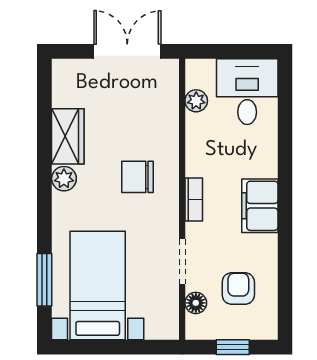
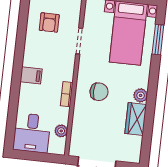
bookcase: (194, 199) -> (67, 94), moved
filing cabinet: (260, 206) -> (31, 75), width x0.50
floor lamp: (196, 303) -> (74, 17), removed

